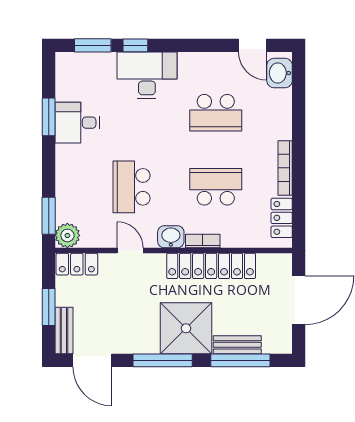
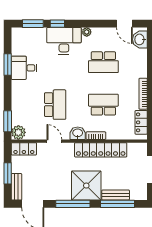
plant: (187, 60) -> (87, 32), added
school desk: (131, 187) -> (55, 105), turned 180

